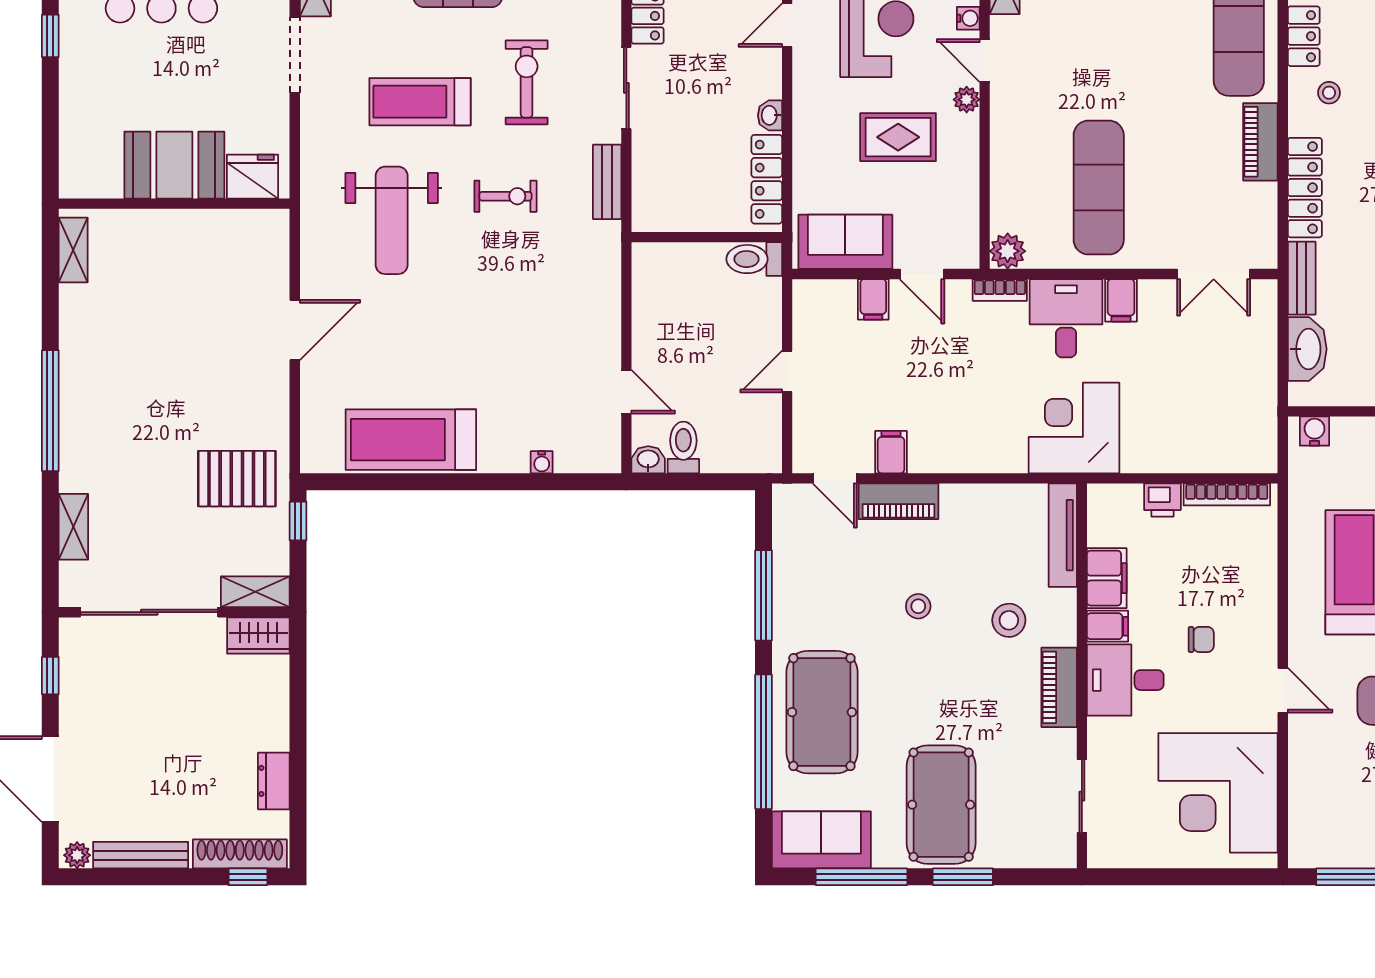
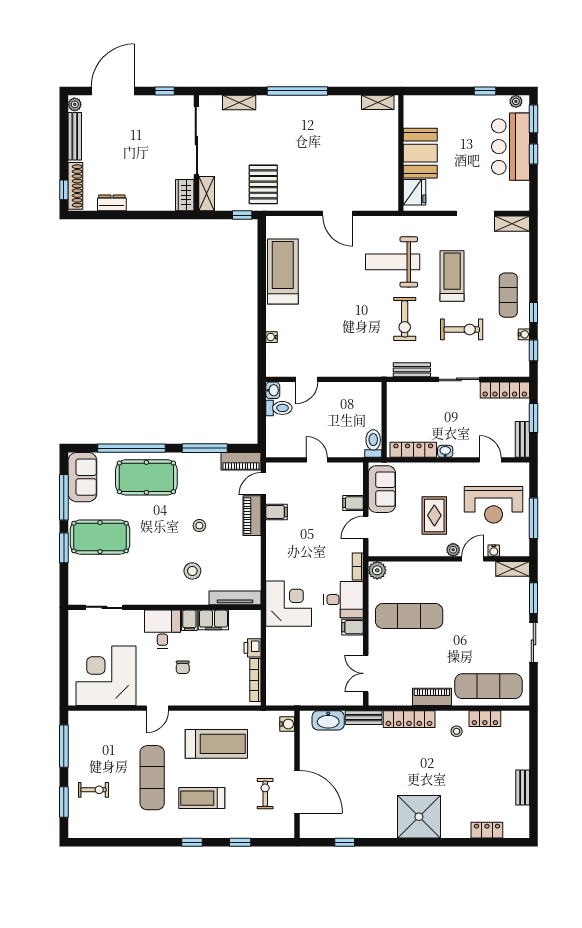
exercise bike: (505, 196) -> (405, 319), width x1.38, depth x1.39
piano: (1059, 687) -> (241, 461), moved, turned 180

